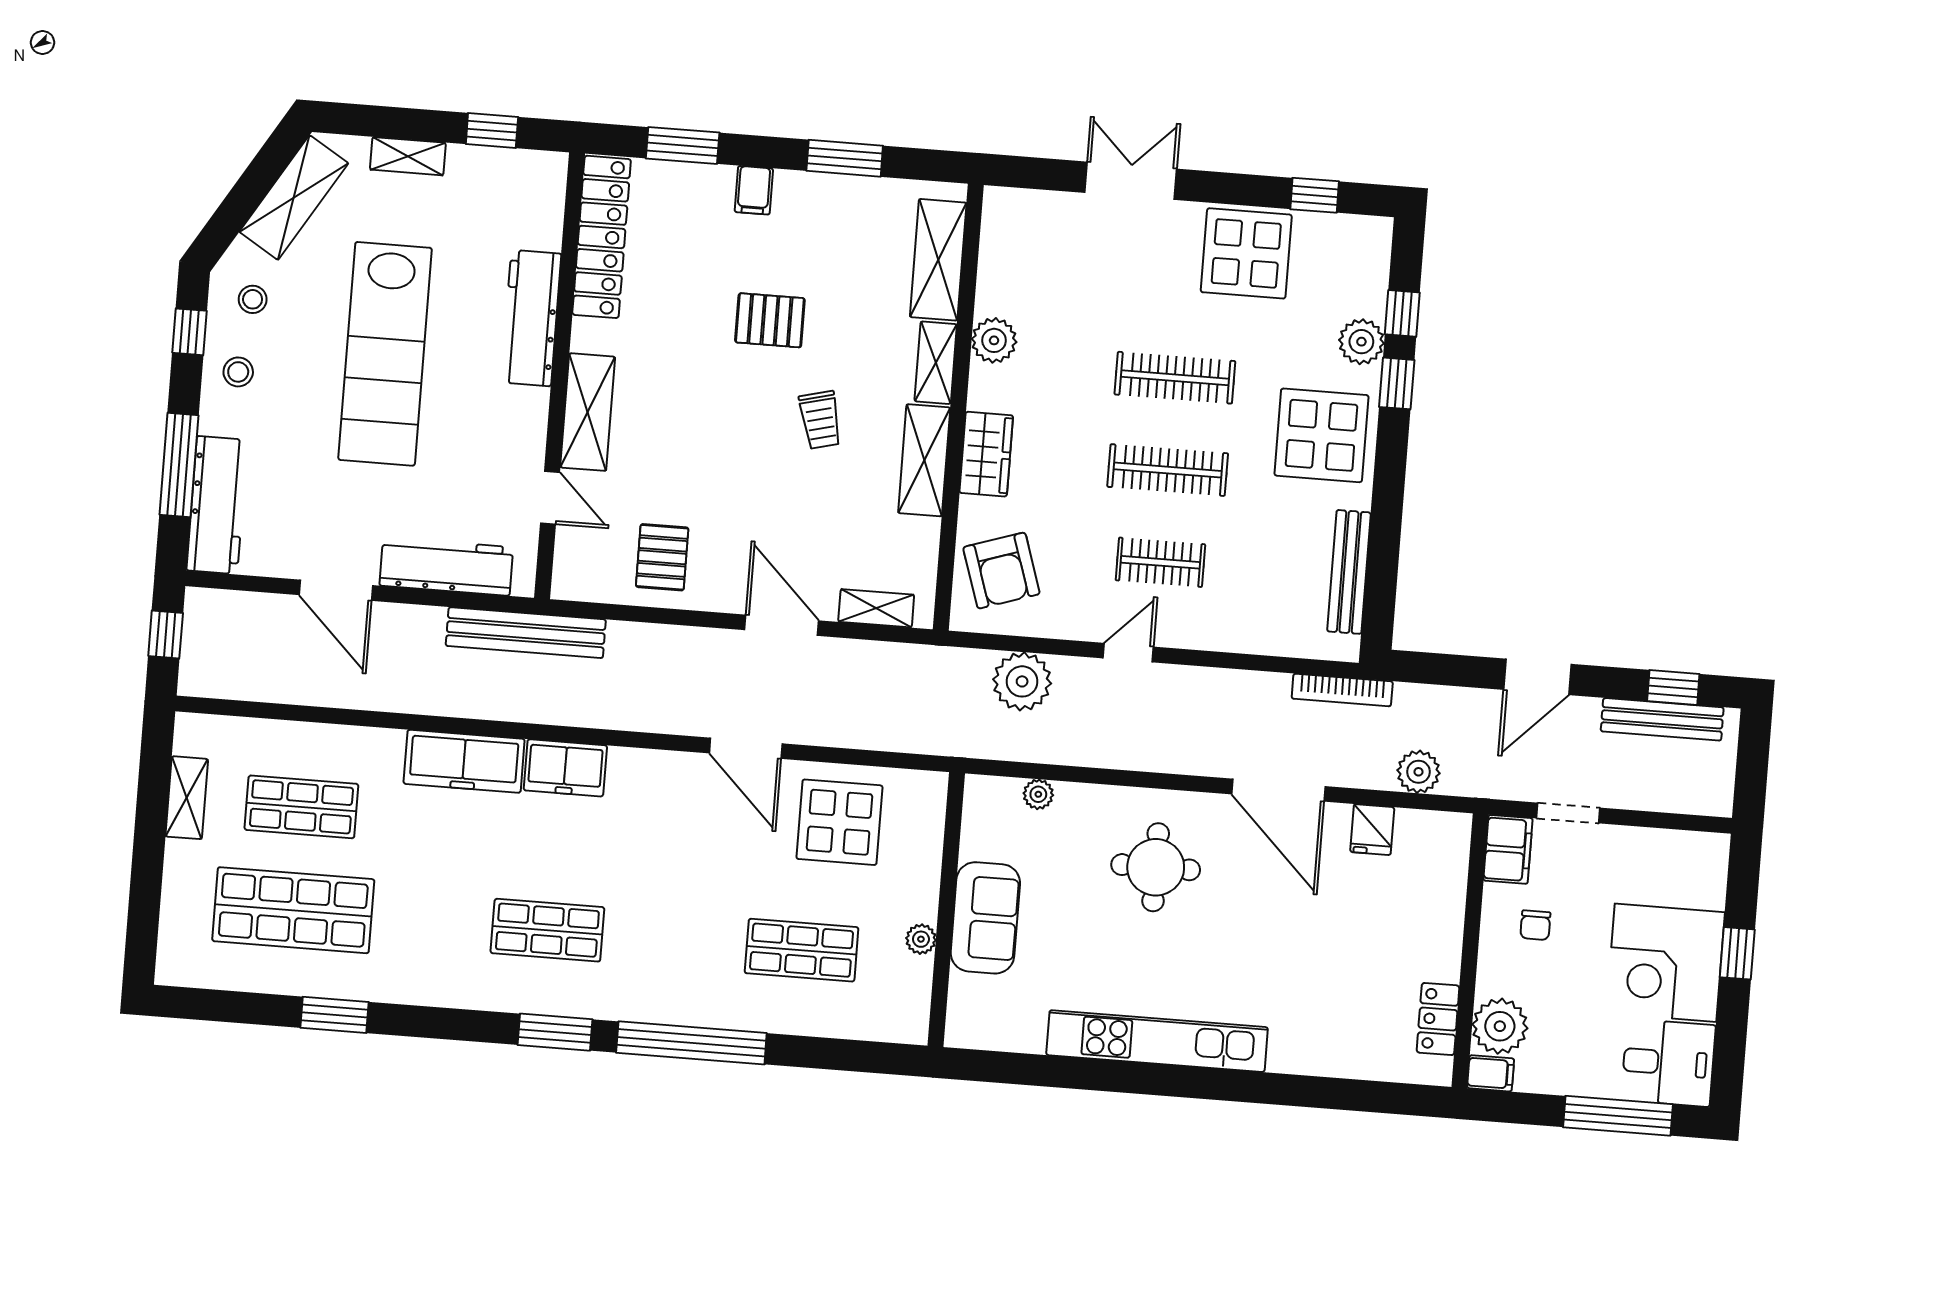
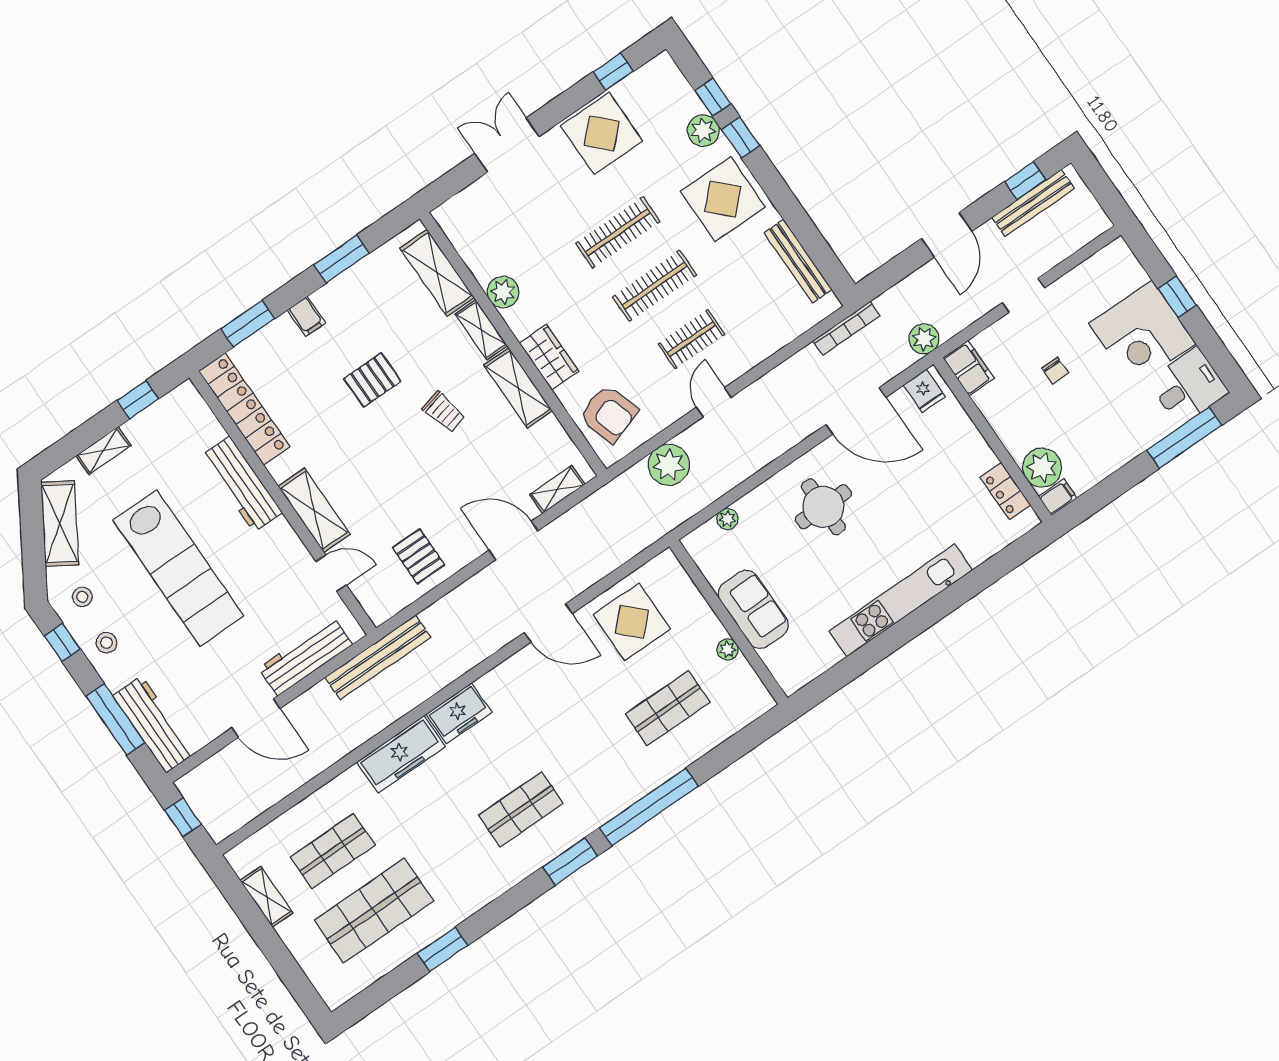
filing cabinet: (1508, 849) -> (968, 368), moved
wall: (1470, 951) -> (993, 440), moved
locker: (1438, 1019) -> (1005, 491), moved
plant: (1500, 1026) -> (1042, 468), moved
filing cabinet: (1491, 1073) -> (1058, 497), moved

